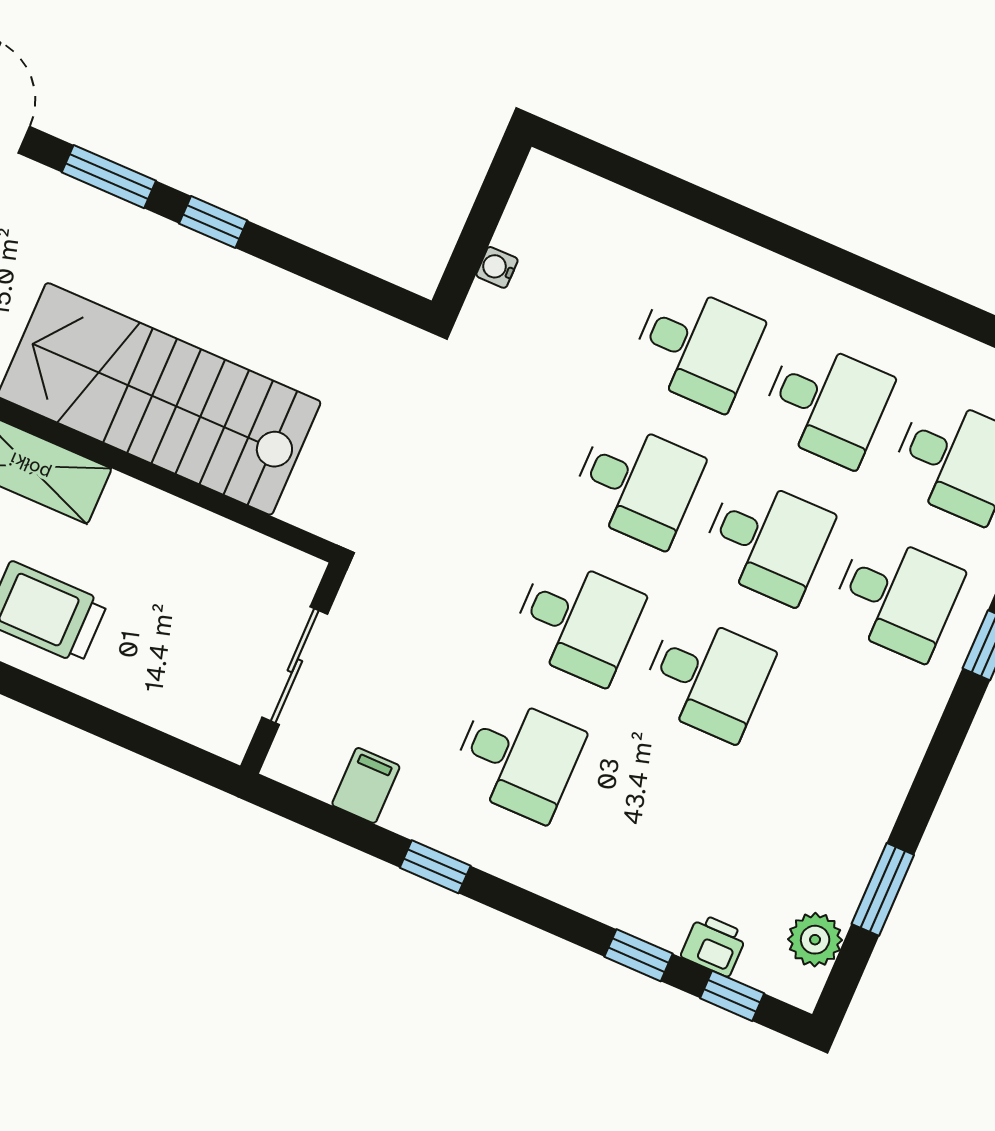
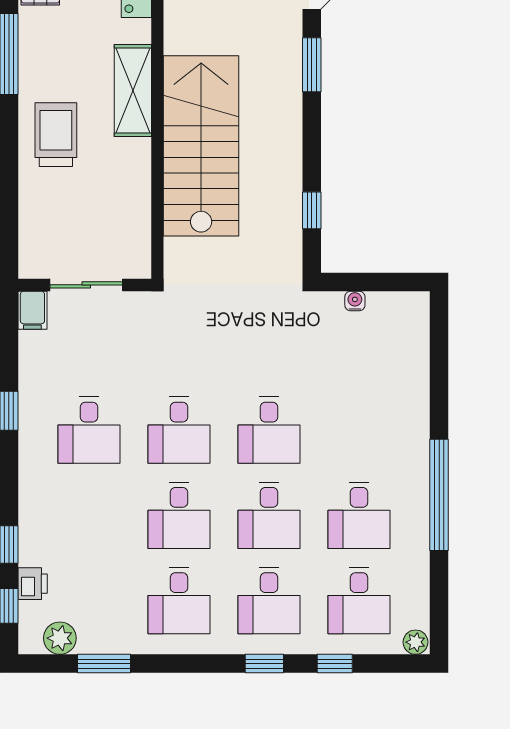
window: (213, 222) -> (312, 210), moved
window: (848, 268) -> (439, 495), added
desk: (696, 347) -> (179, 601), moved
filing cabinet: (366, 785) -> (32, 310), moved, turned 90

